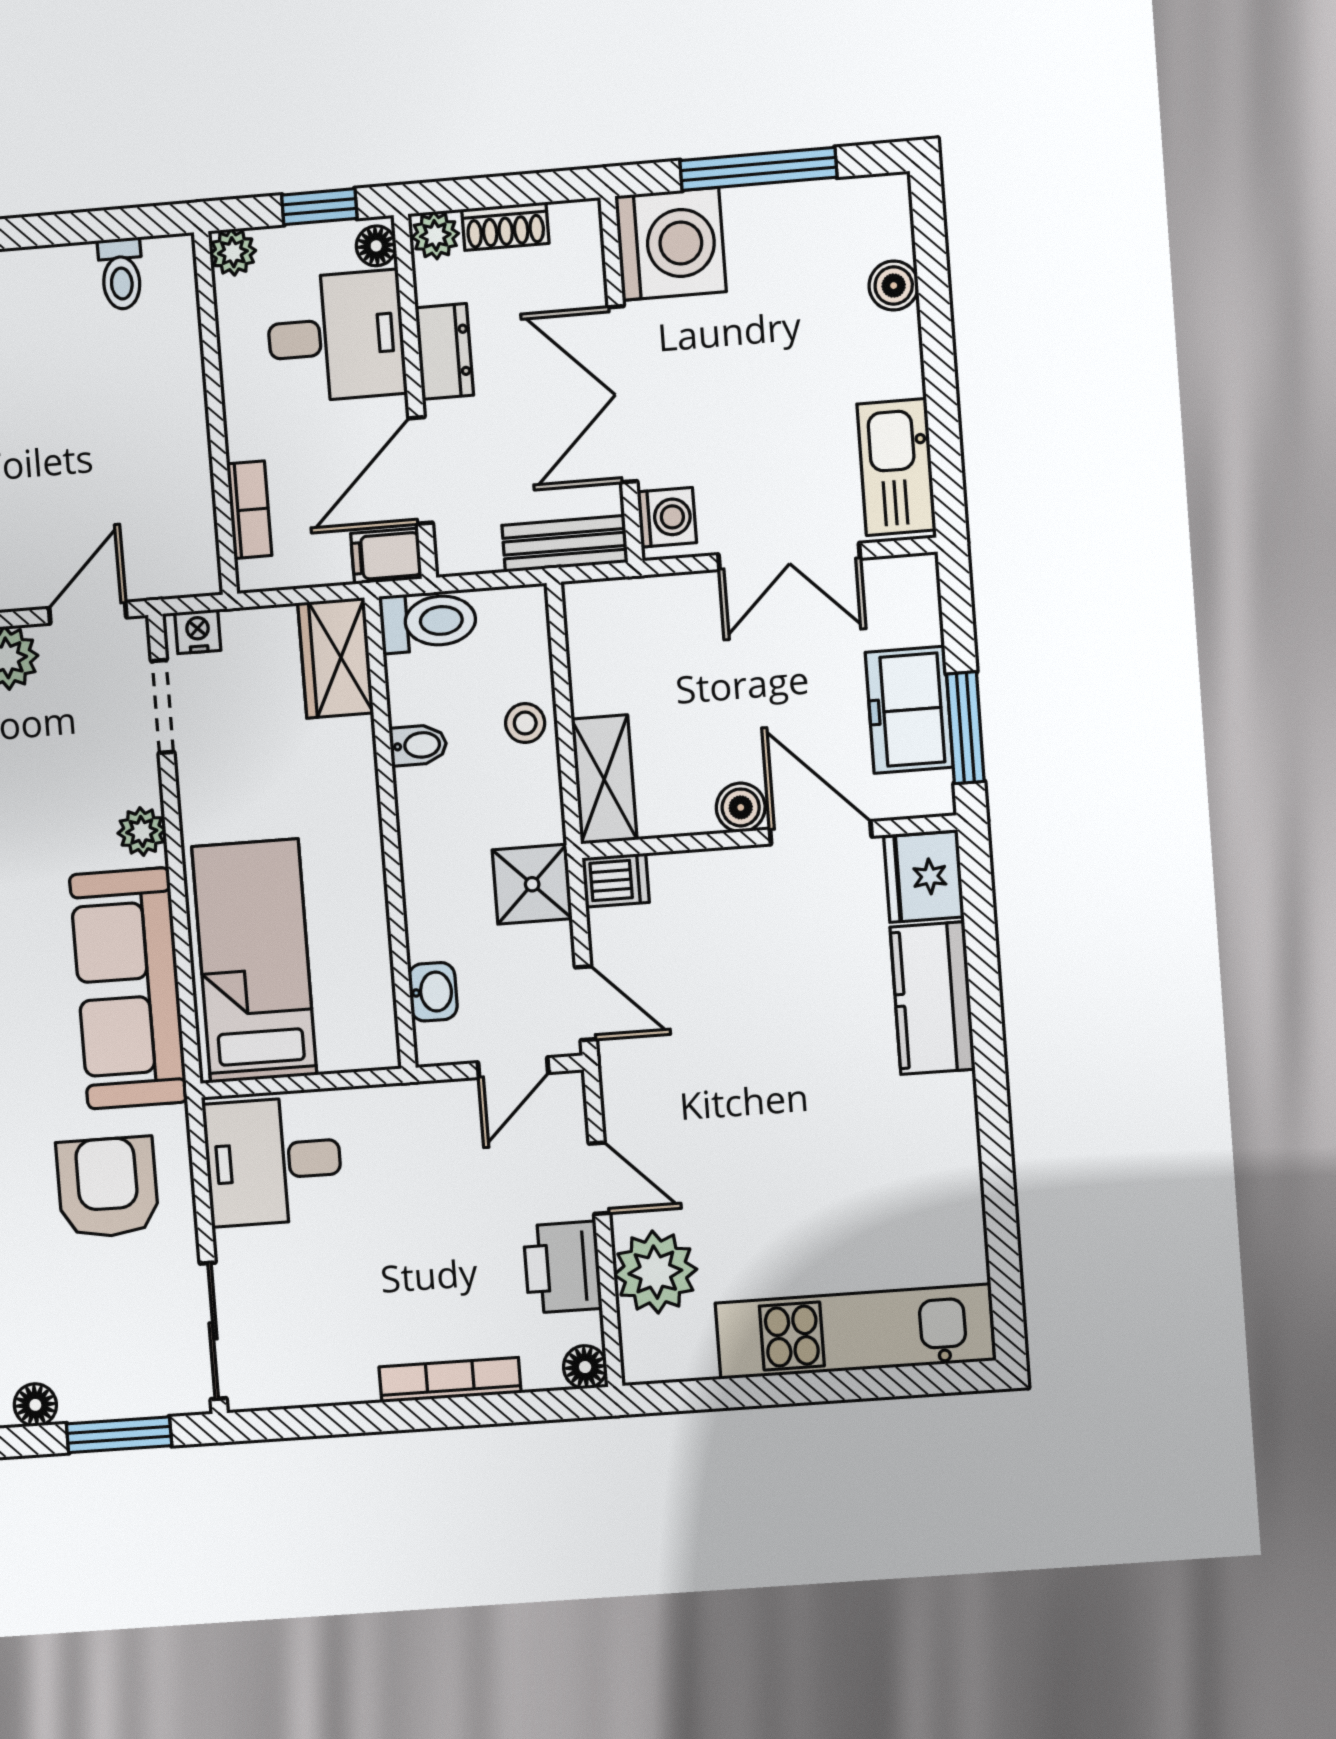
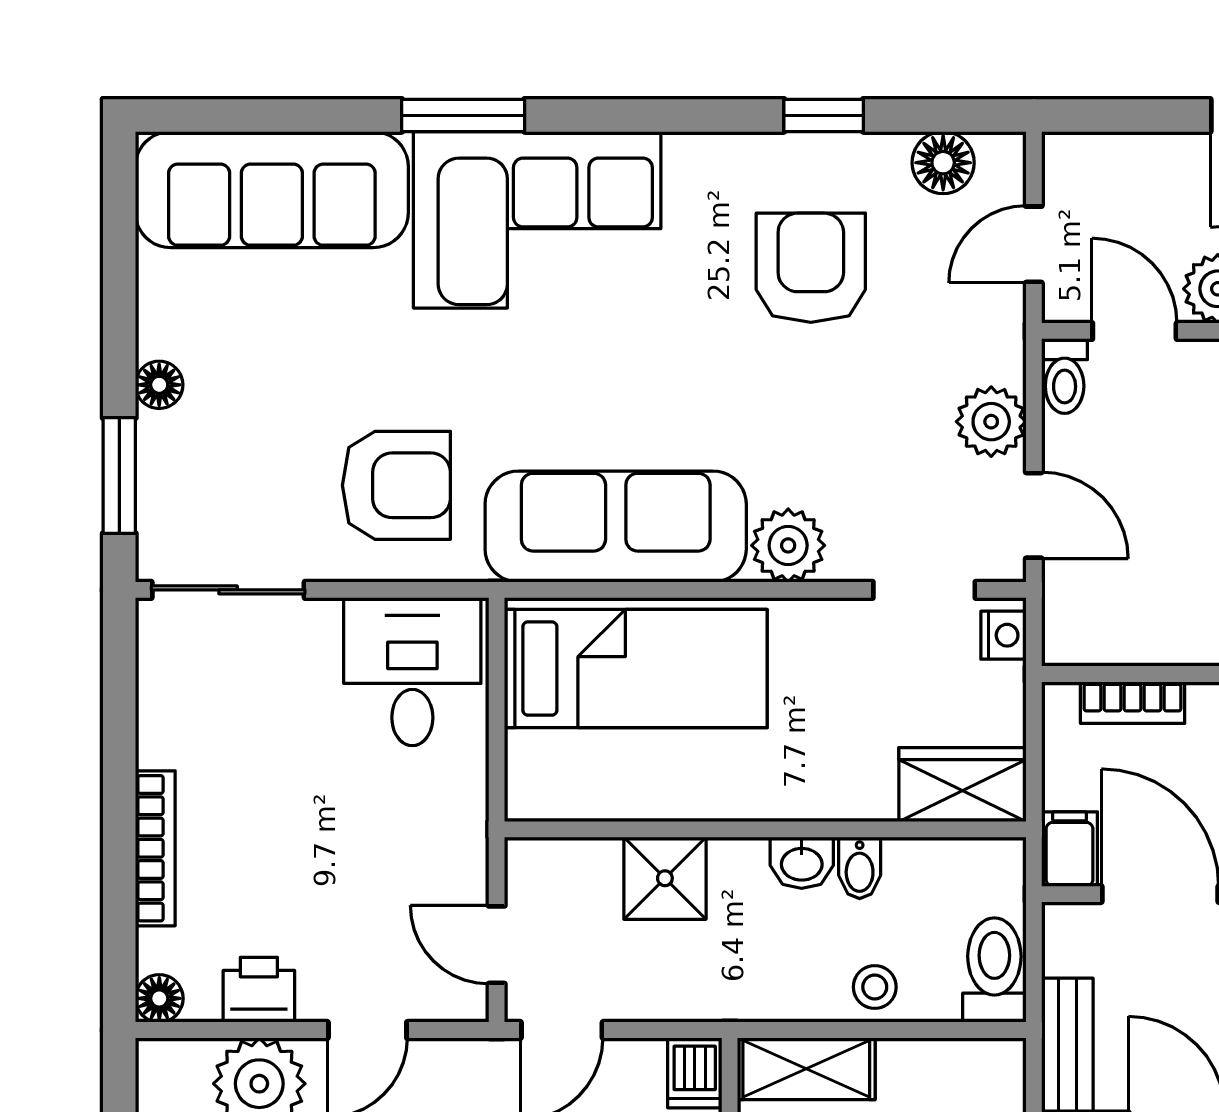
toilet: (428, 621) -> (994, 970), moved, turned 180
plant: (142, 832) -> (788, 545), width x1.38, depth x1.38
shower: (532, 884) -> (665, 878), moved
washbasin: (433, 992) -> (802, 863), moved
printer: (562, 1267) -> (259, 990), width x0.73, depth x0.81

